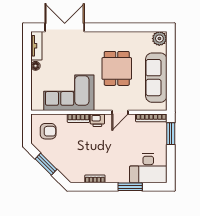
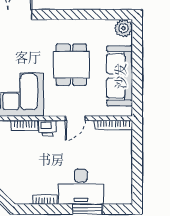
window: (171, 134) -> (137, 144), removed
desk: (148, 168) -> (81, 187), moved

